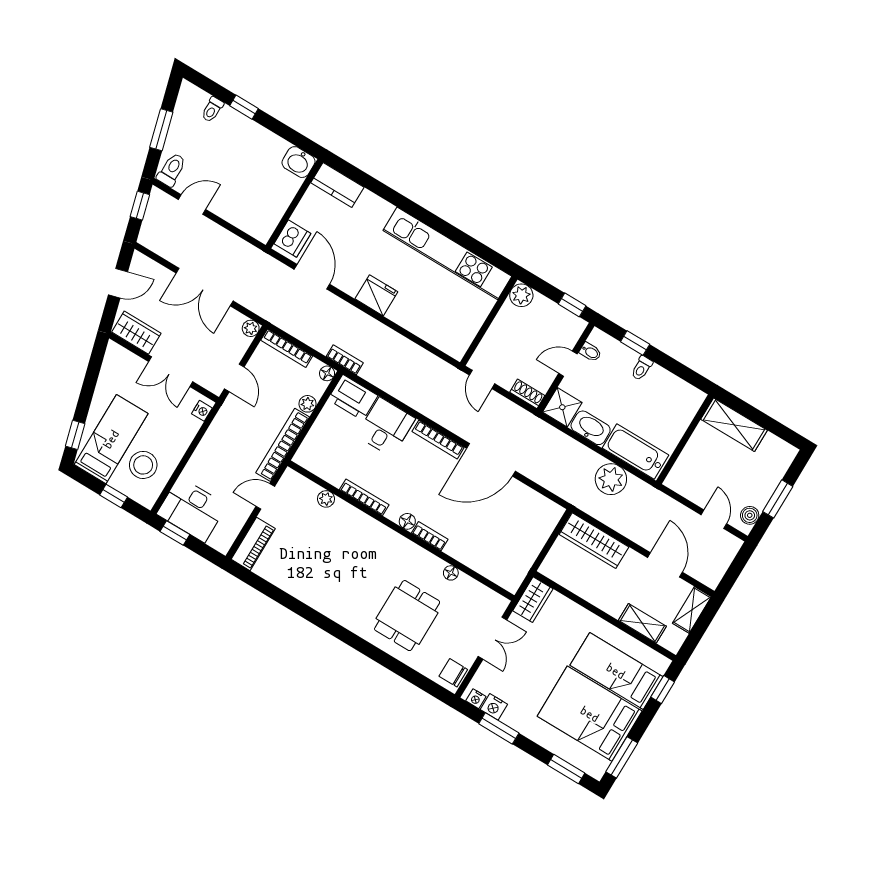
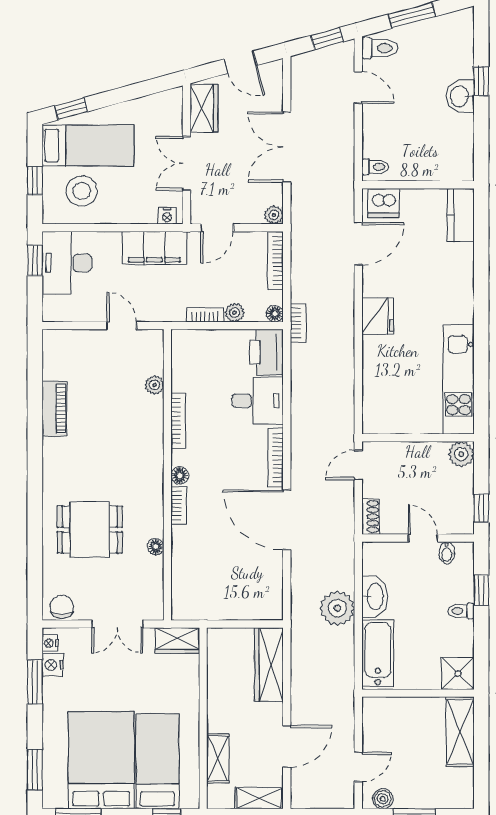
toilet: (212, 110) -> (375, 167), moved, turned 180
washbasin: (298, 162) -> (460, 96), moved
kitchen unit: (447, 253) -> (459, 379), width x0.73
shower: (562, 407) -> (458, 673), moved
filing cabinet: (221, 436) -> (154, 248), added
bookcase: (283, 445) -> (205, 315), width x0.43, depth x0.76
plant: (611, 479) -> (337, 608), moved
piano: (253, 544) -> (54, 409), moved, turned -90

